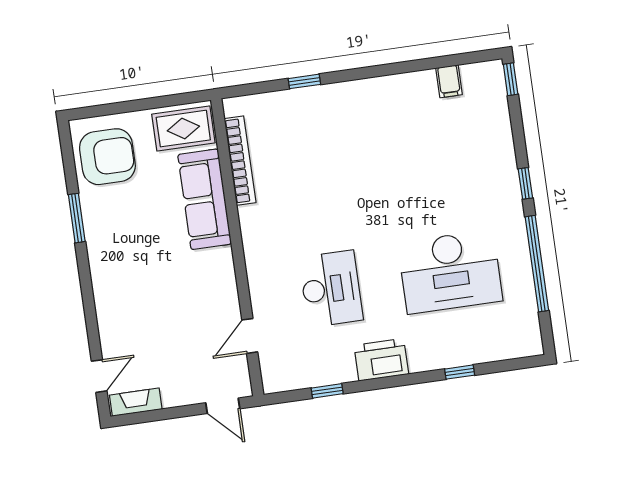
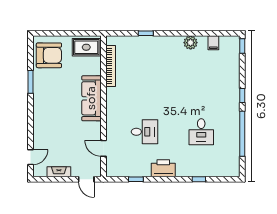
plant: (401, 88) -> (191, 43), added
sofa: (205, 199) -> (91, 98), moved
desk: (450, 272) -> (201, 132), width x0.53, depth x0.77
desk: (331, 289) -> (144, 132), width x0.73
door: (250, 336) -> (103, 148), hinge flipped
fireplace: (136, 402) -> (59, 172), moved

